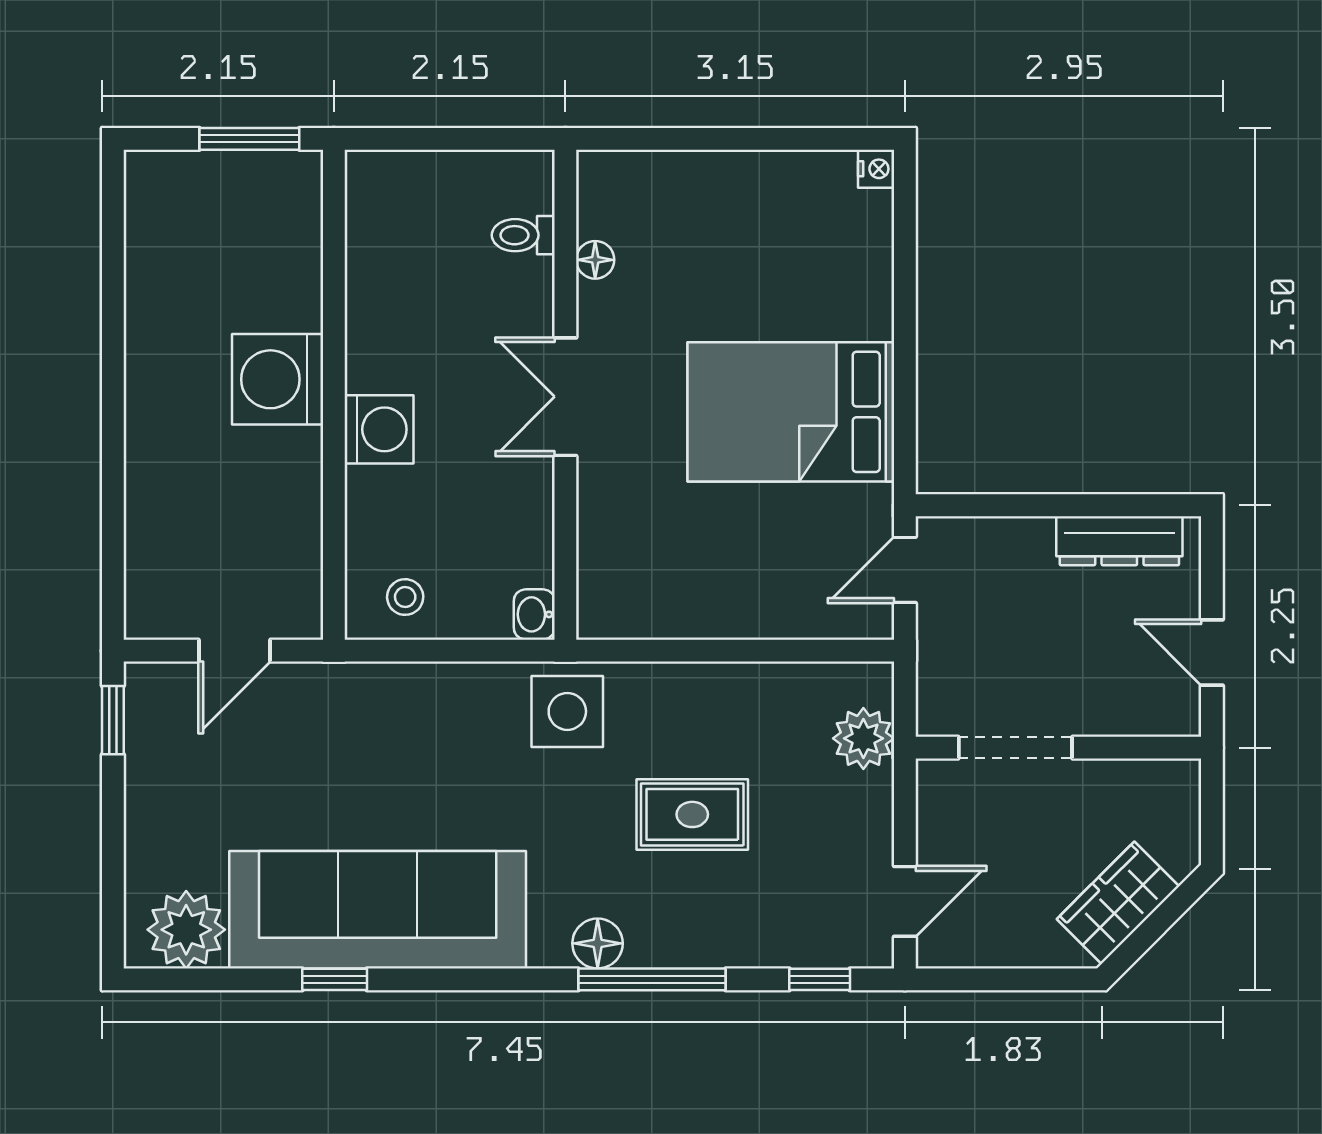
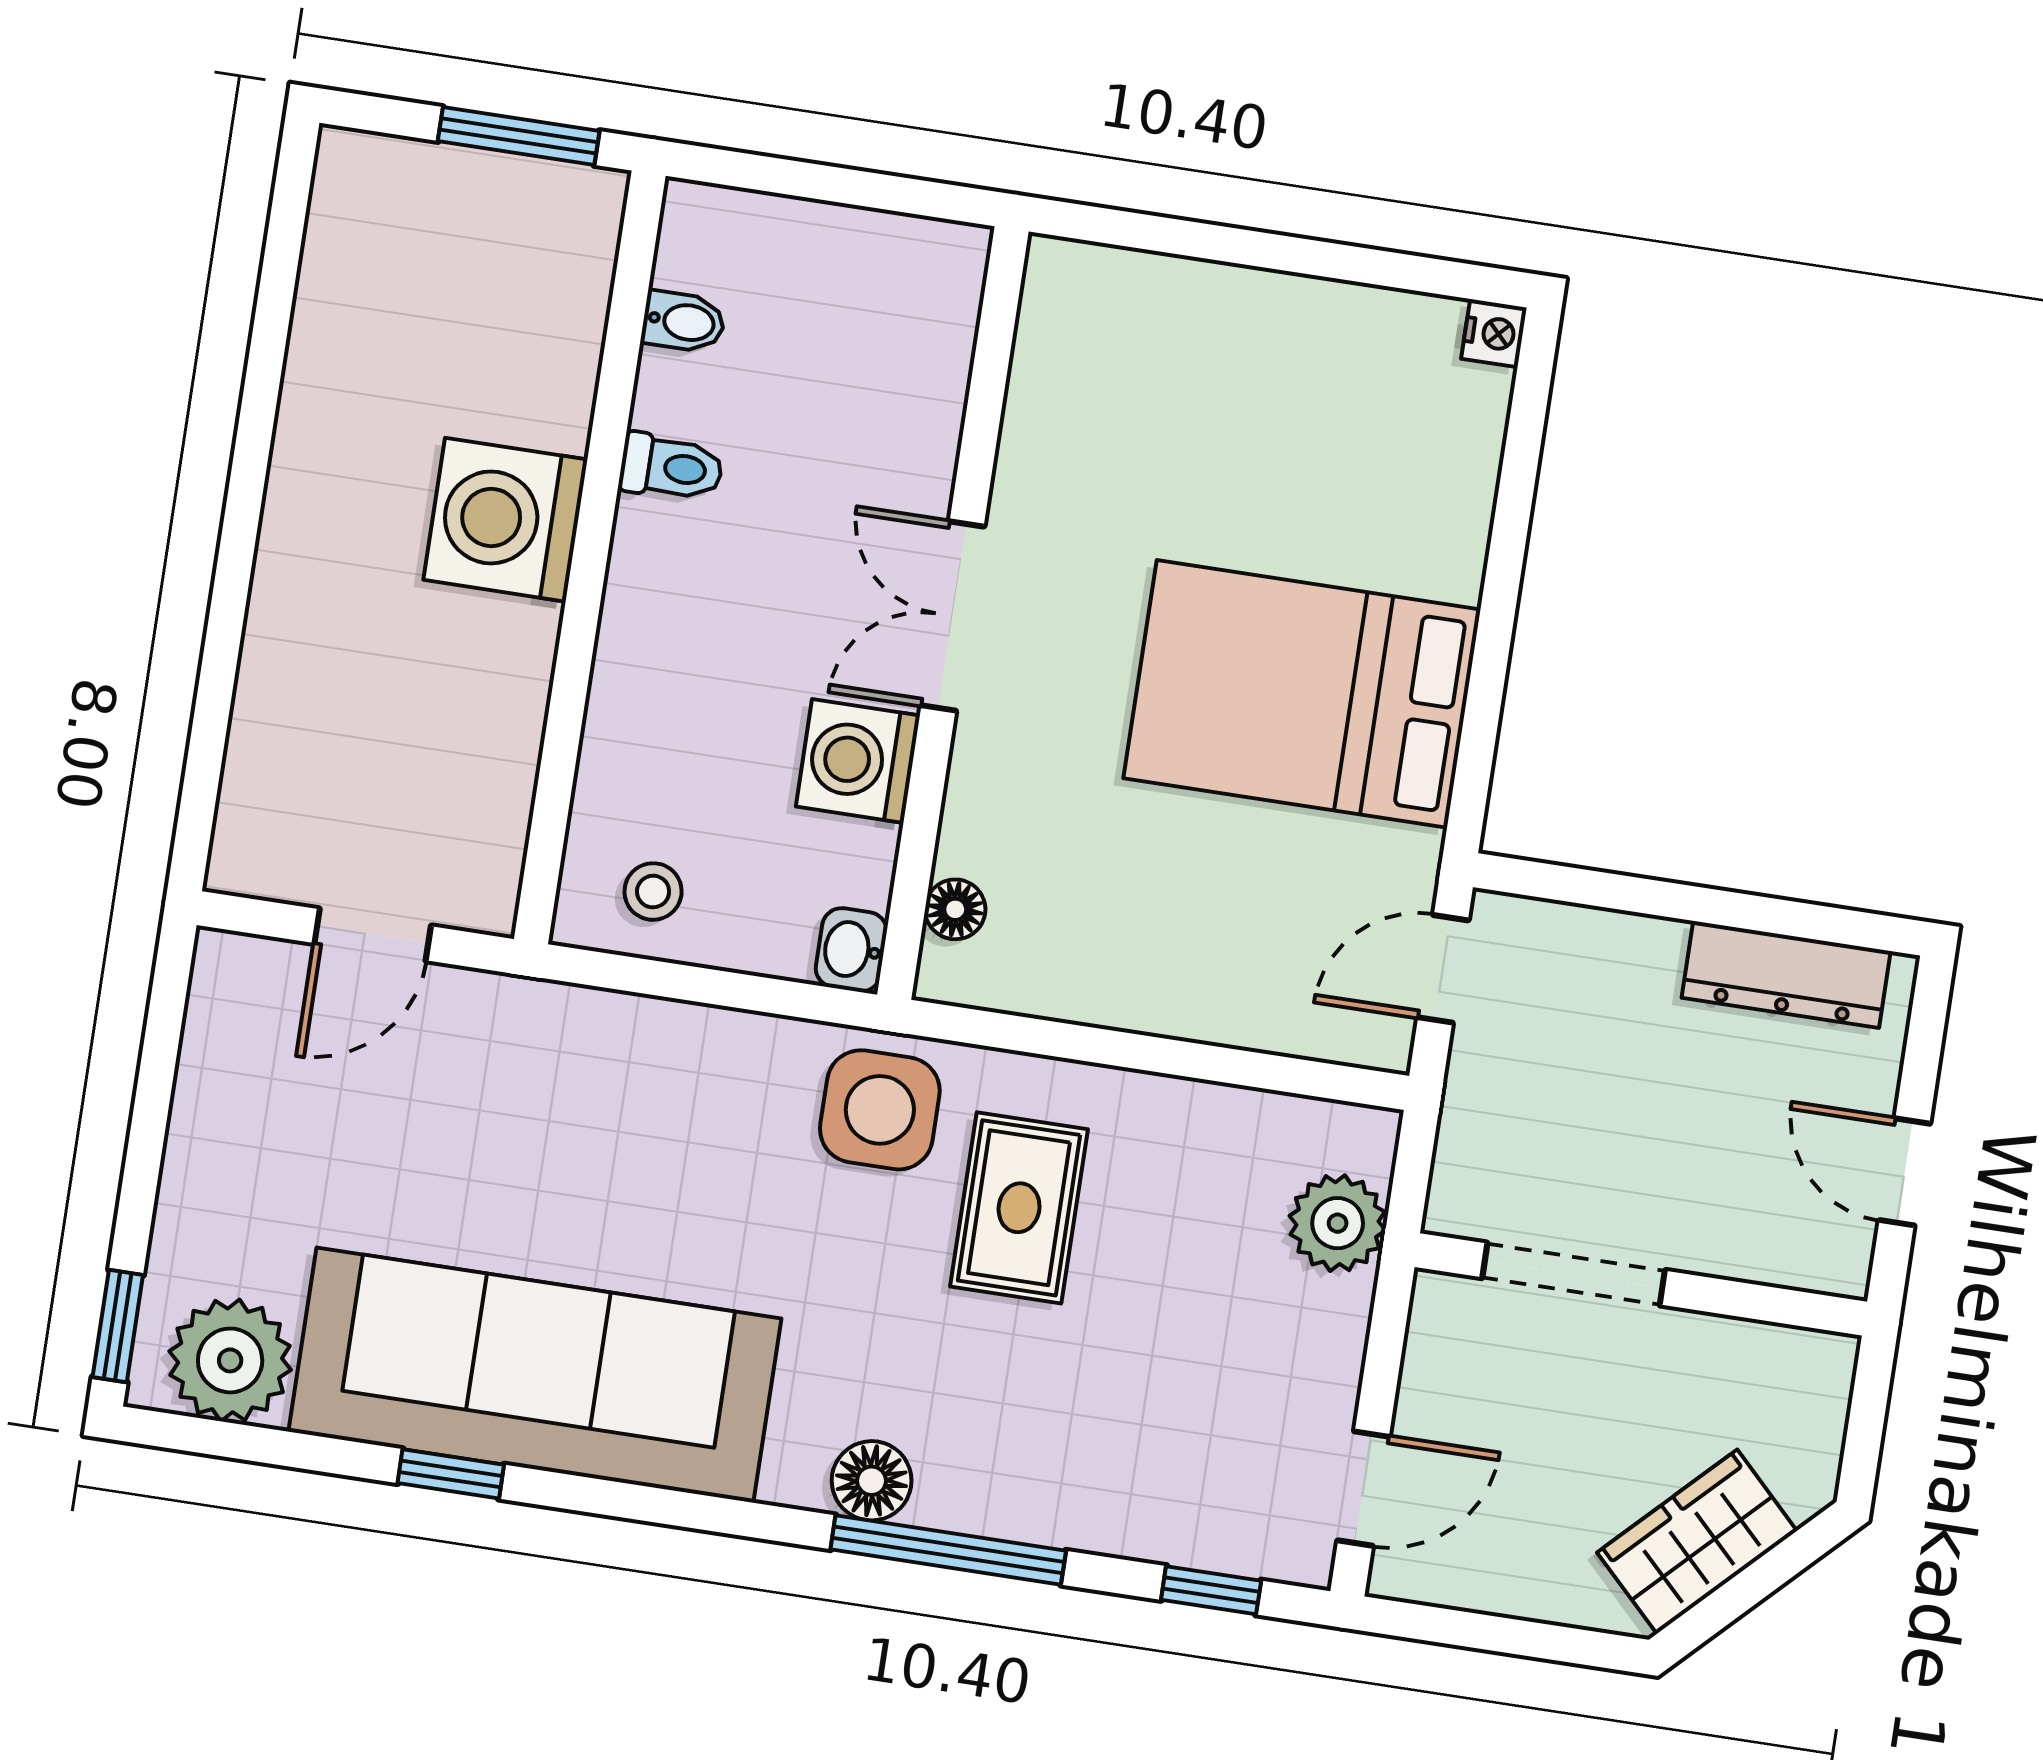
toilet: (523, 235) -> (671, 467), moved, turned 180
bidet: (370, 239) -> (683, 322), added
floor lamp: (595, 260) -> (955, 909), moved
washing machine: (379, 429) -> (858, 761), moved, turned 180
window: (113, 720) -> (118, 1326), moved
rug: (692, 814) -> (1019, 1208), moved, turned 90

